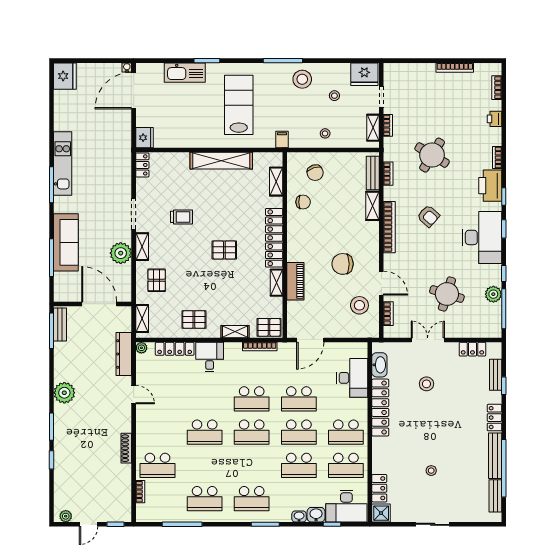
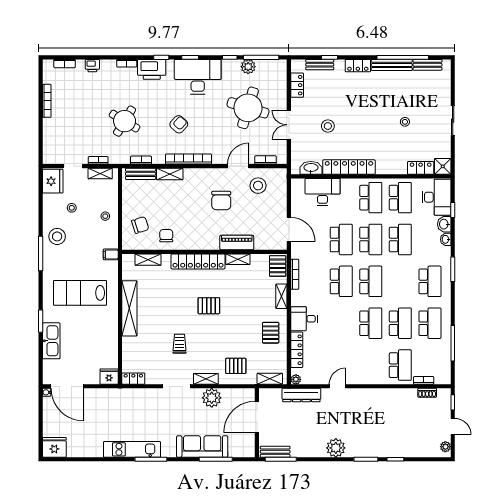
pallet: (224, 250) -> (209, 306), turned 90
round table: (447, 294) -> (248, 108), width x1.36, depth x1.36
shoe rack: (126, 448) -> (427, 393), moved, width x0.70
school desk: (205, 465) -> (400, 323), added

